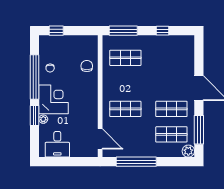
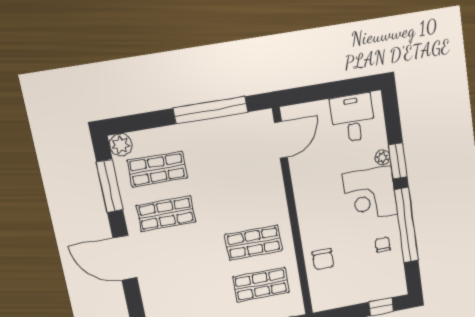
shop shelf: (125, 109) -> (254, 243), moved
door: (100, 139) -> (281, 140), swing flipped

